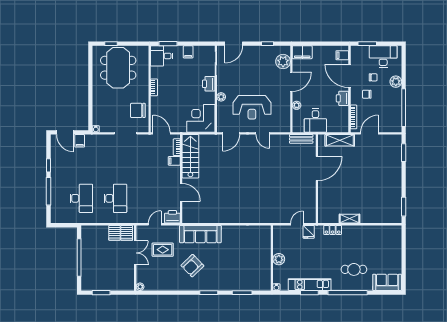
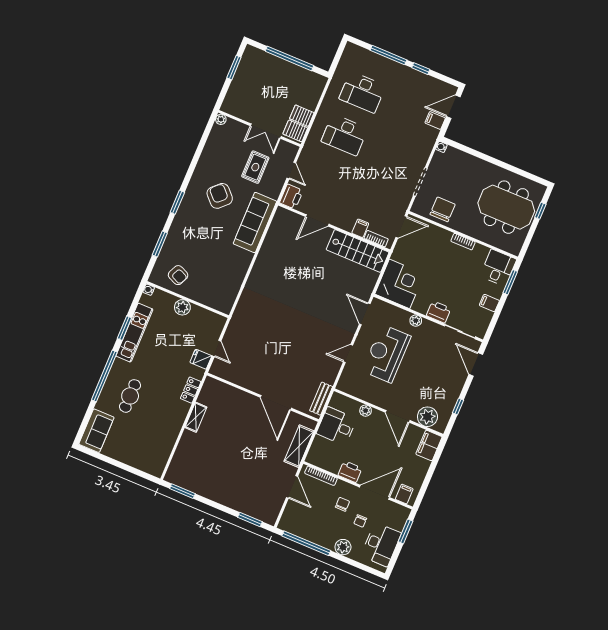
armchair: (258, 271) -> (178, 275), added

